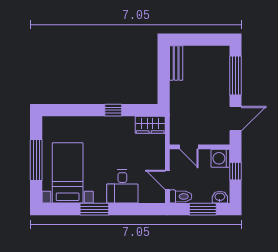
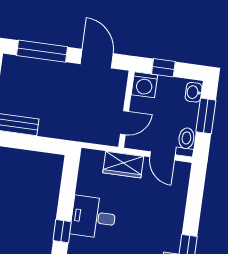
window: (113, 110) -> (62, 231), moved
wardrobe: (150, 125) -> (123, 165), moved, turned 90
door: (167, 180) -> (162, 156), hinge flipped
desk: (122, 187) -> (93, 217), moved, turned 180

